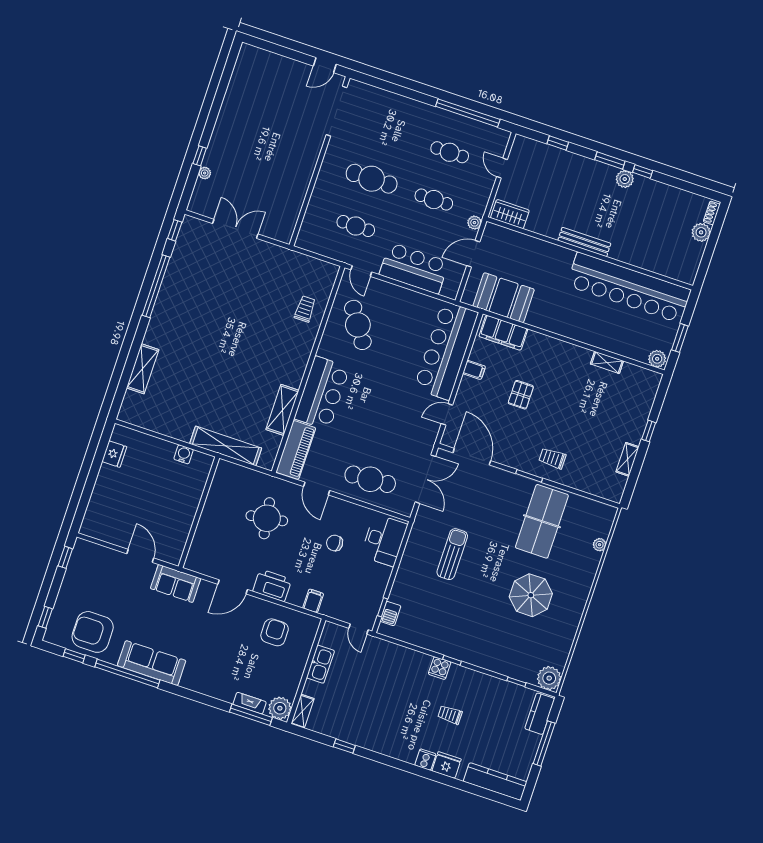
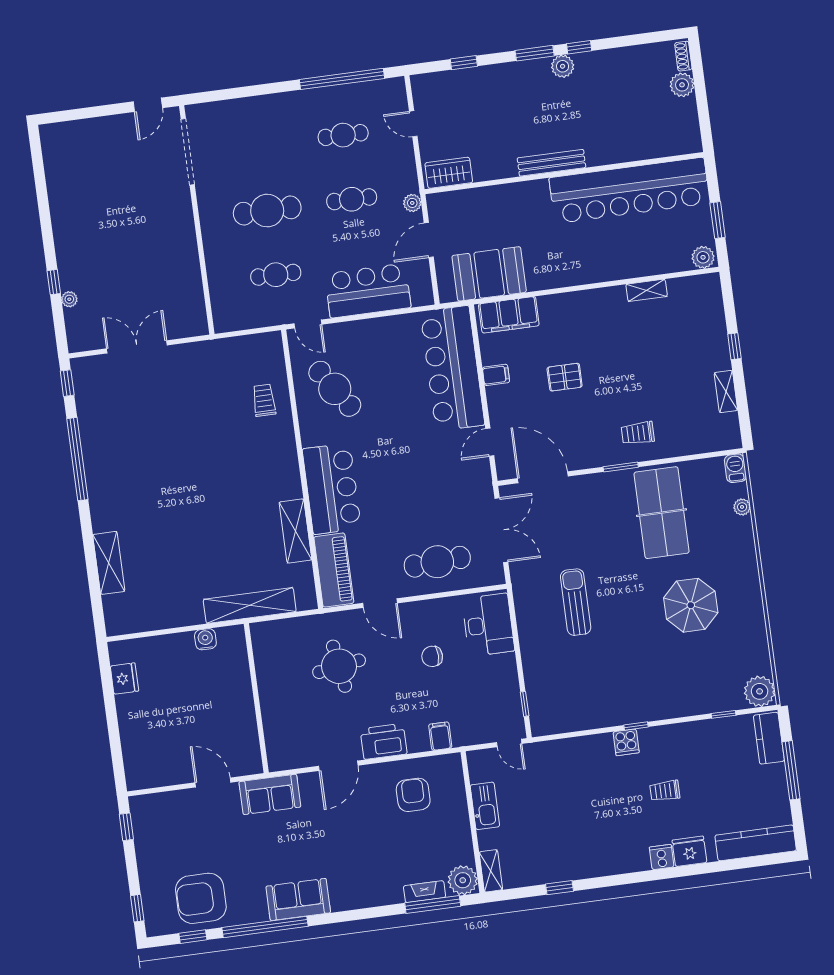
pallet: (521, 395) -> (565, 377), turned 90
barbecue: (390, 614) -> (735, 468), moved, turned 180
sofa: (152, 663) -> (298, 899), width x0.73

